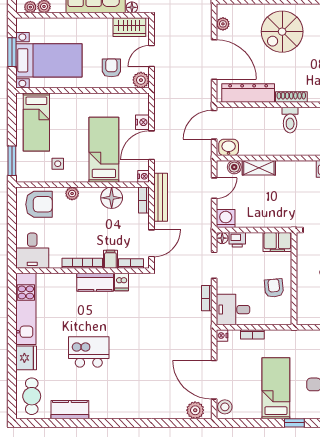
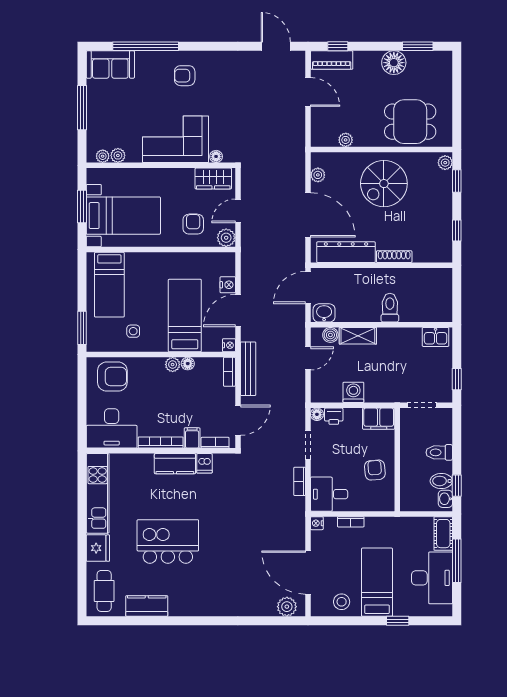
toilet: (290, 120) -> (390, 308), moved, turned 180
plant: (72, 194) -> (173, 365), moved
floor lamp: (112, 198) -> (188, 364), width x0.53, depth x0.53
washing machine: (226, 219) -> (353, 392), moved
desk: (32, 251) -> (112, 428), width x1.37
kitchen island: (89, 352) -> (168, 541), width x1.37, depth x1.28
stool: (225, 407) -> (342, 602), moved

